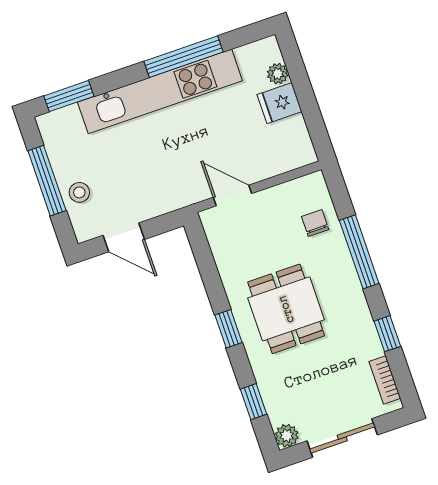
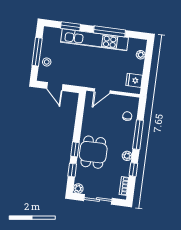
window: (69, 96) -> (70, 26), moved
fridge: (279, 103) -> (134, 80), moved
door: (233, 195) -> (102, 91), swing flipped
dining table: (286, 309) -> (93, 152), moved
plant: (358, 311) -> (127, 156), added
window: (228, 329) -> (75, 149), moved

